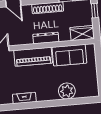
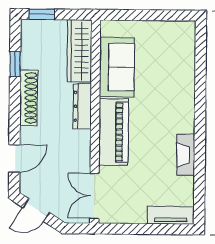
wardrobe: (82, 33) -> (80, 51), width x1.50
plant: (67, 91) -> (181, 78), removed

